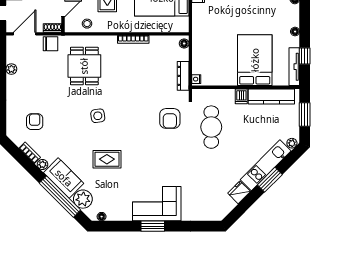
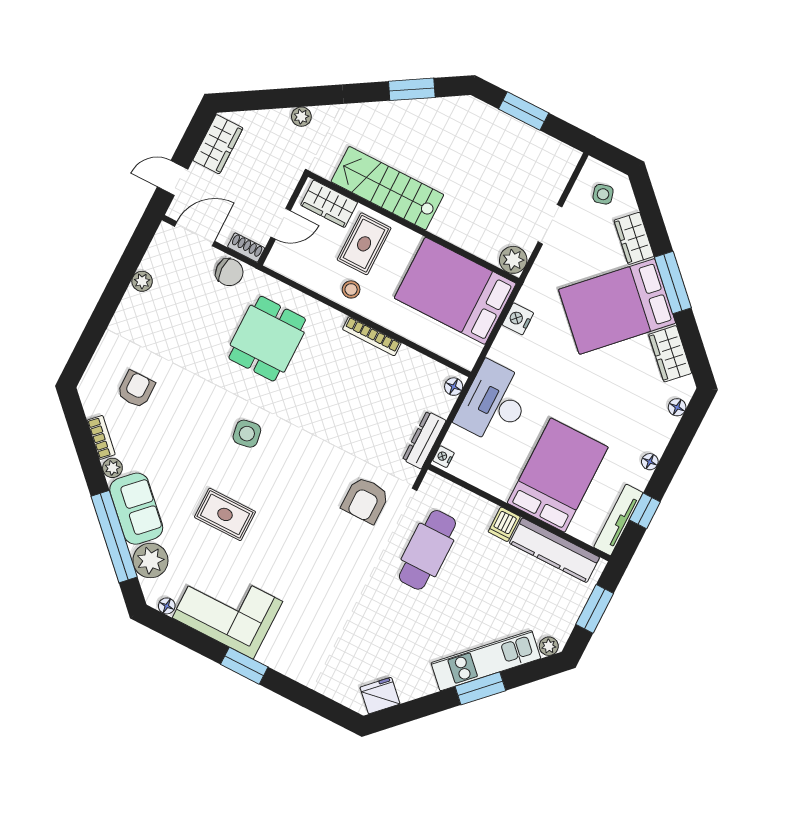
stool: (87, 24) -> (351, 289), moved
desk: (207, 41) -> (494, 403), added
fridge: (239, 192) -> (380, 696), moved
corner sofa: (157, 204) -> (227, 610), moved

